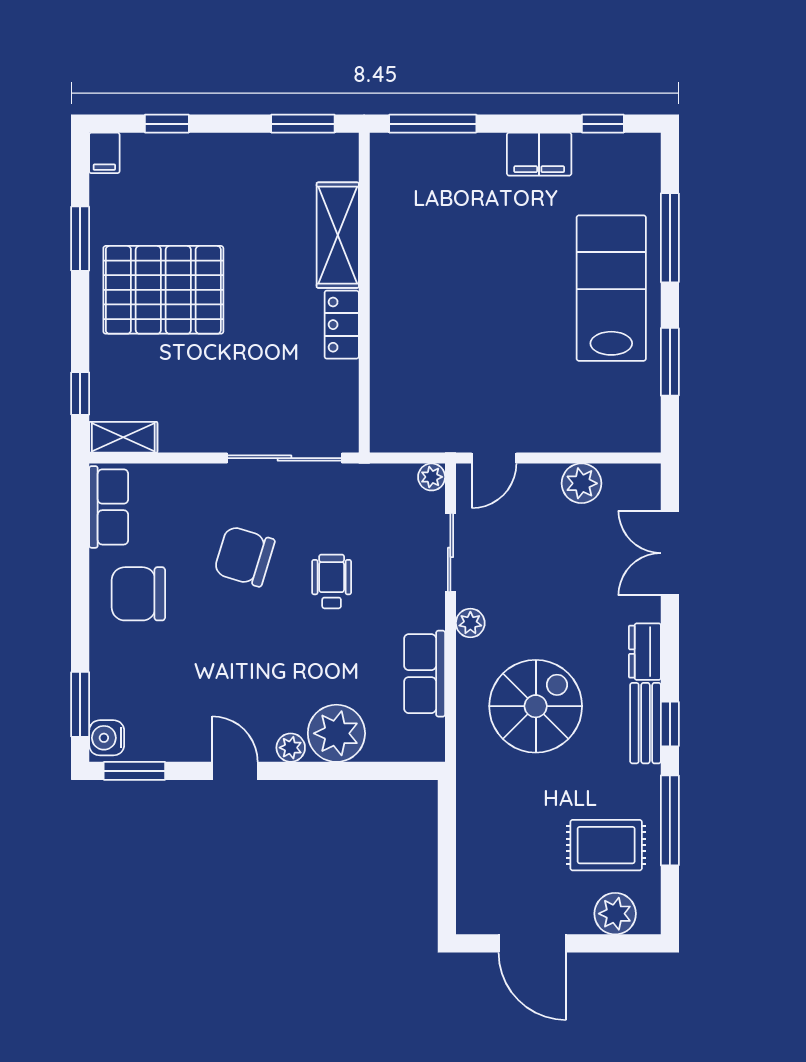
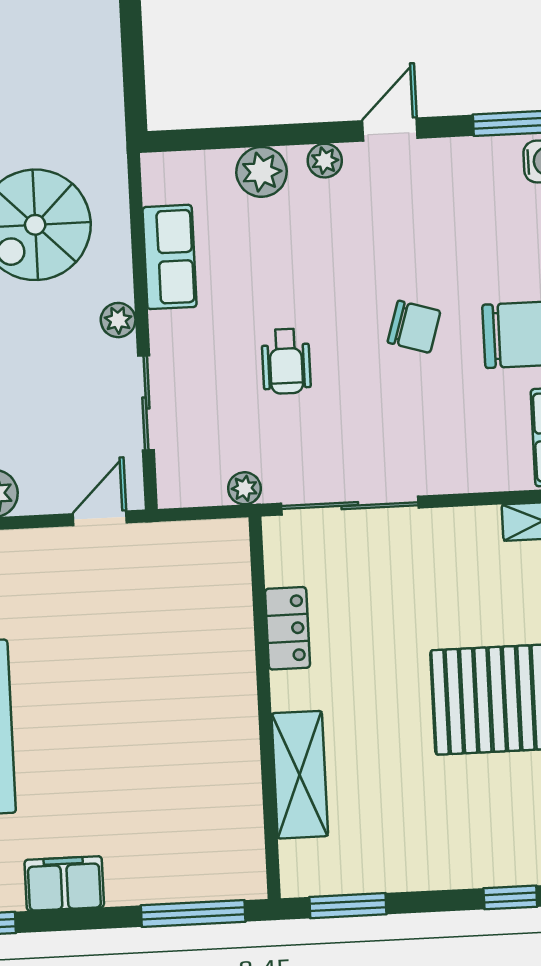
locker: (342, 325) -> (288, 628), moved
plant: (432, 477) -> (244, 488), moved
chair: (244, 556) -> (414, 327), moved, width x0.73, depth x0.73
plant: (336, 733) -> (262, 172), width x0.73, depth x0.73
door: (235, 771) -> (390, 129), swing flipped

